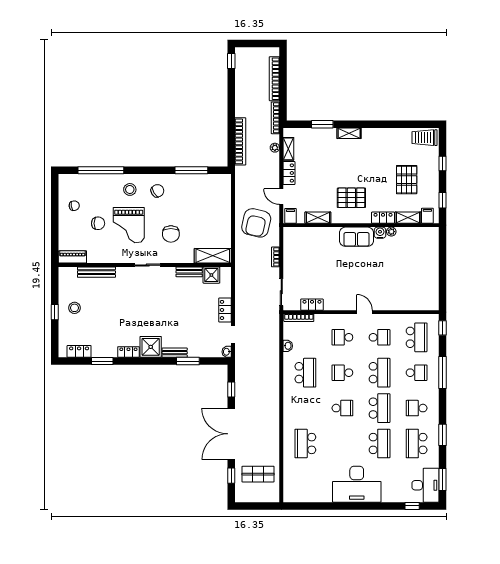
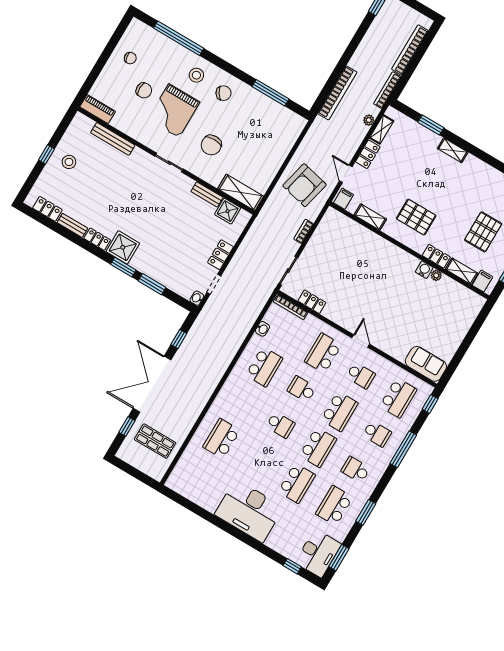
sofa: (357, 237) -> (426, 364), moved, turned 180
school desk: (342, 337) -> (323, 353), width x1.85
bench: (175, 353) -> (72, 225), moved
window: (102, 361) -> (123, 267), moved

